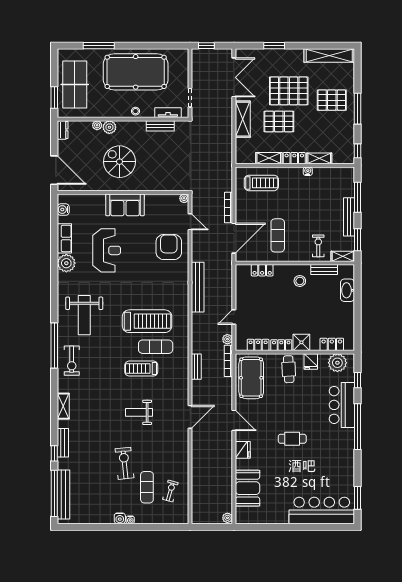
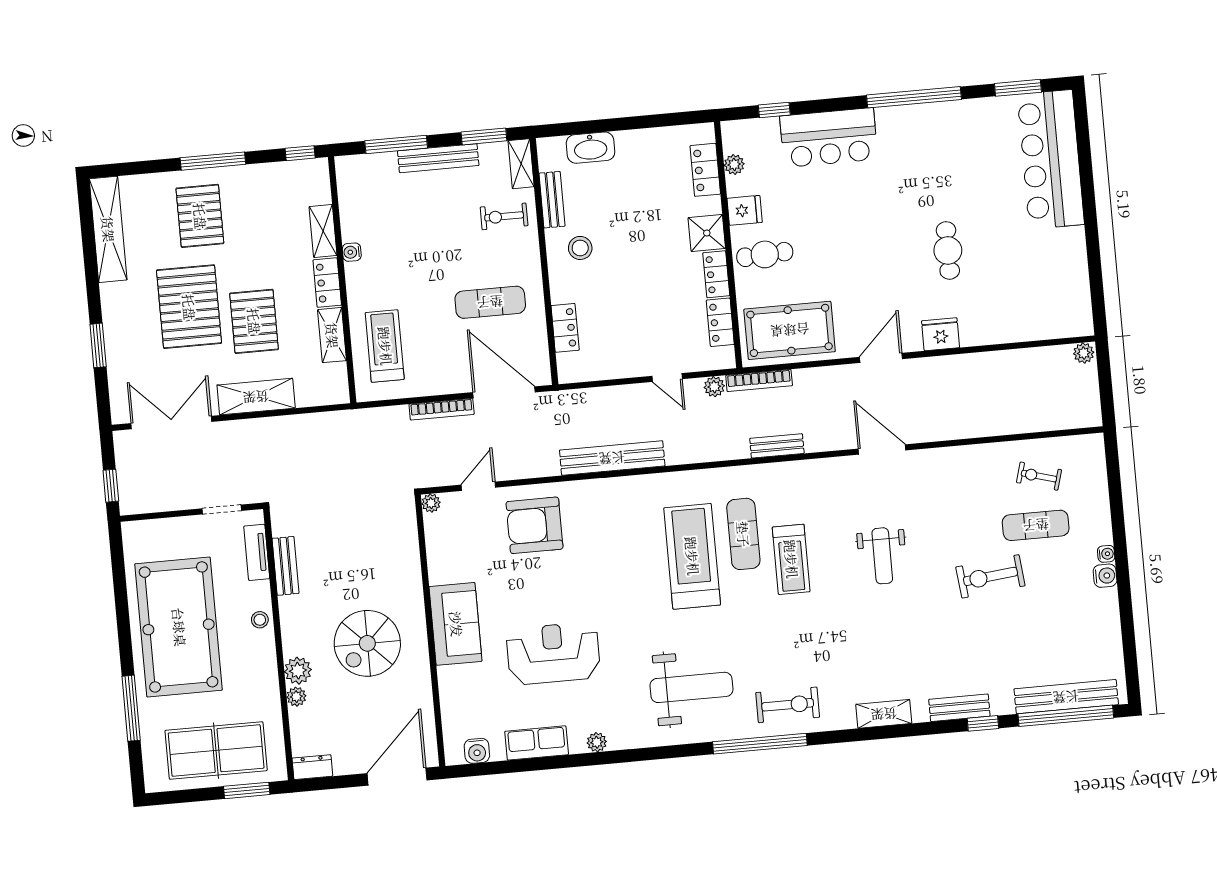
plant: (66, 263) -> (597, 742), width x0.53, depth x0.53
plant: (337, 363) -> (734, 164), width x0.53, depth x0.53
window: (357, 427) -> (914, 97), moved
cafe table: (292, 439) -> (948, 250), moved
booth: (247, 488) -> (1019, 317), removed

